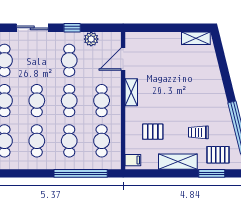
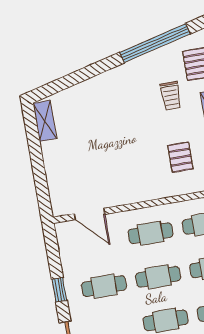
plant: (91, 39) -> (70, 262), removed
shelving: (131, 92) -> (132, 195), removed

